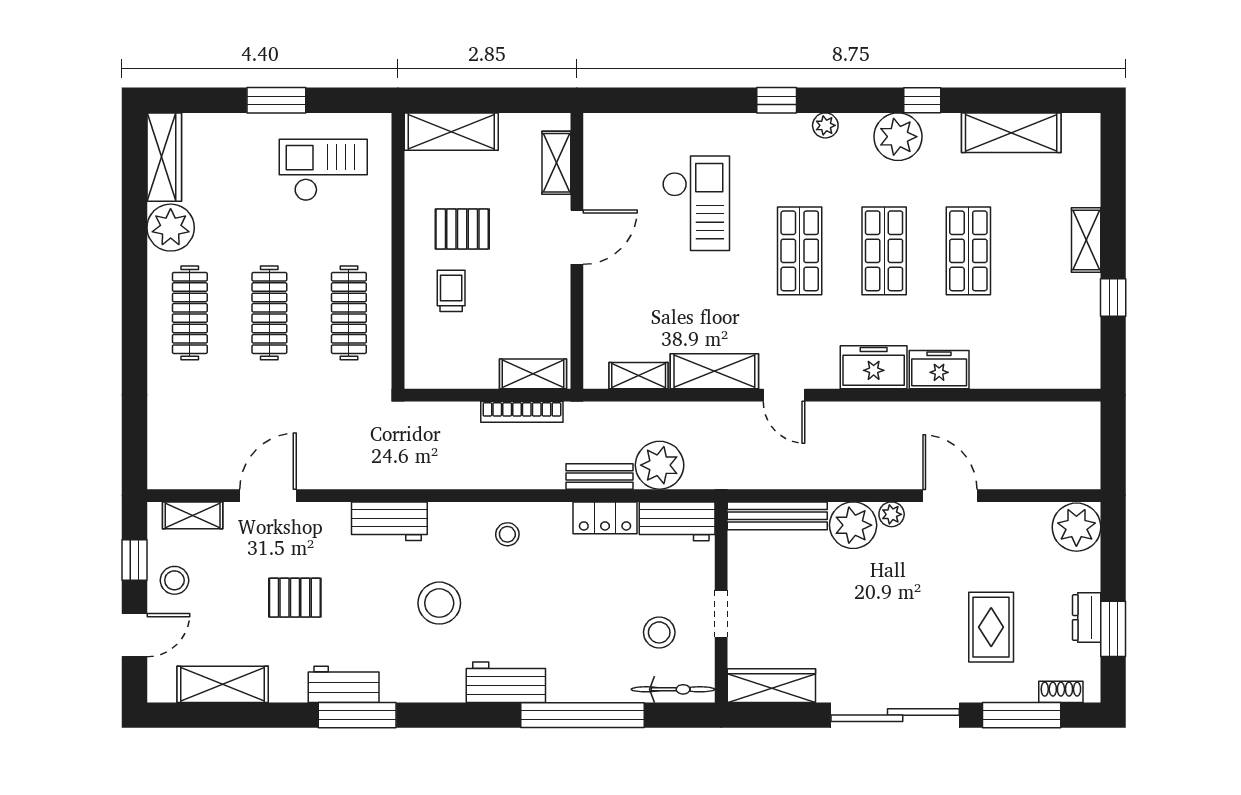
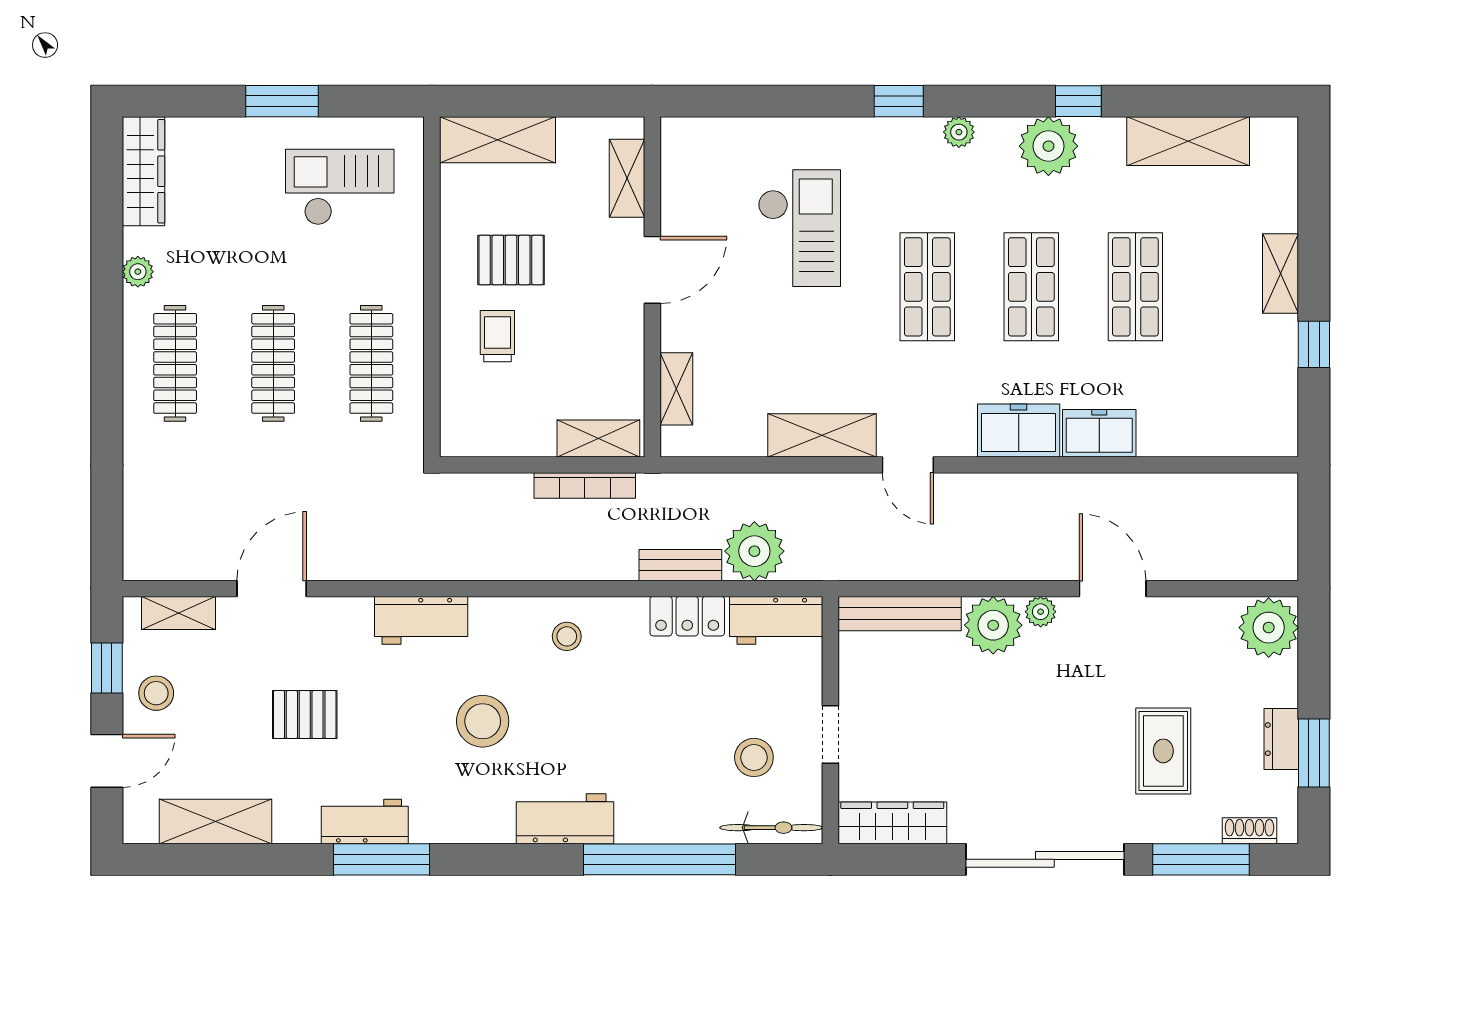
plant: (171, 228) -> (138, 272), width x0.53, depth x0.53
shelving: (639, 376) -> (676, 389), moved, turned 90

